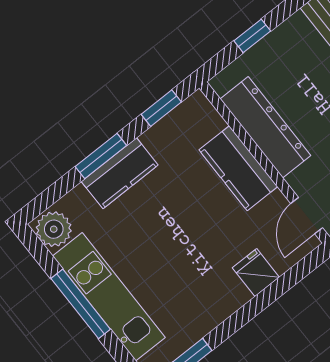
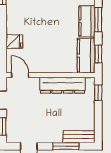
window: (252, 36) -> (98, 93), moved
kitchen counter: (238, 168) -> (86, 56), moved, turned -90

